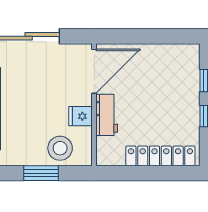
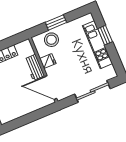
door: (94, 71) -> (51, 88), hinge flipped

